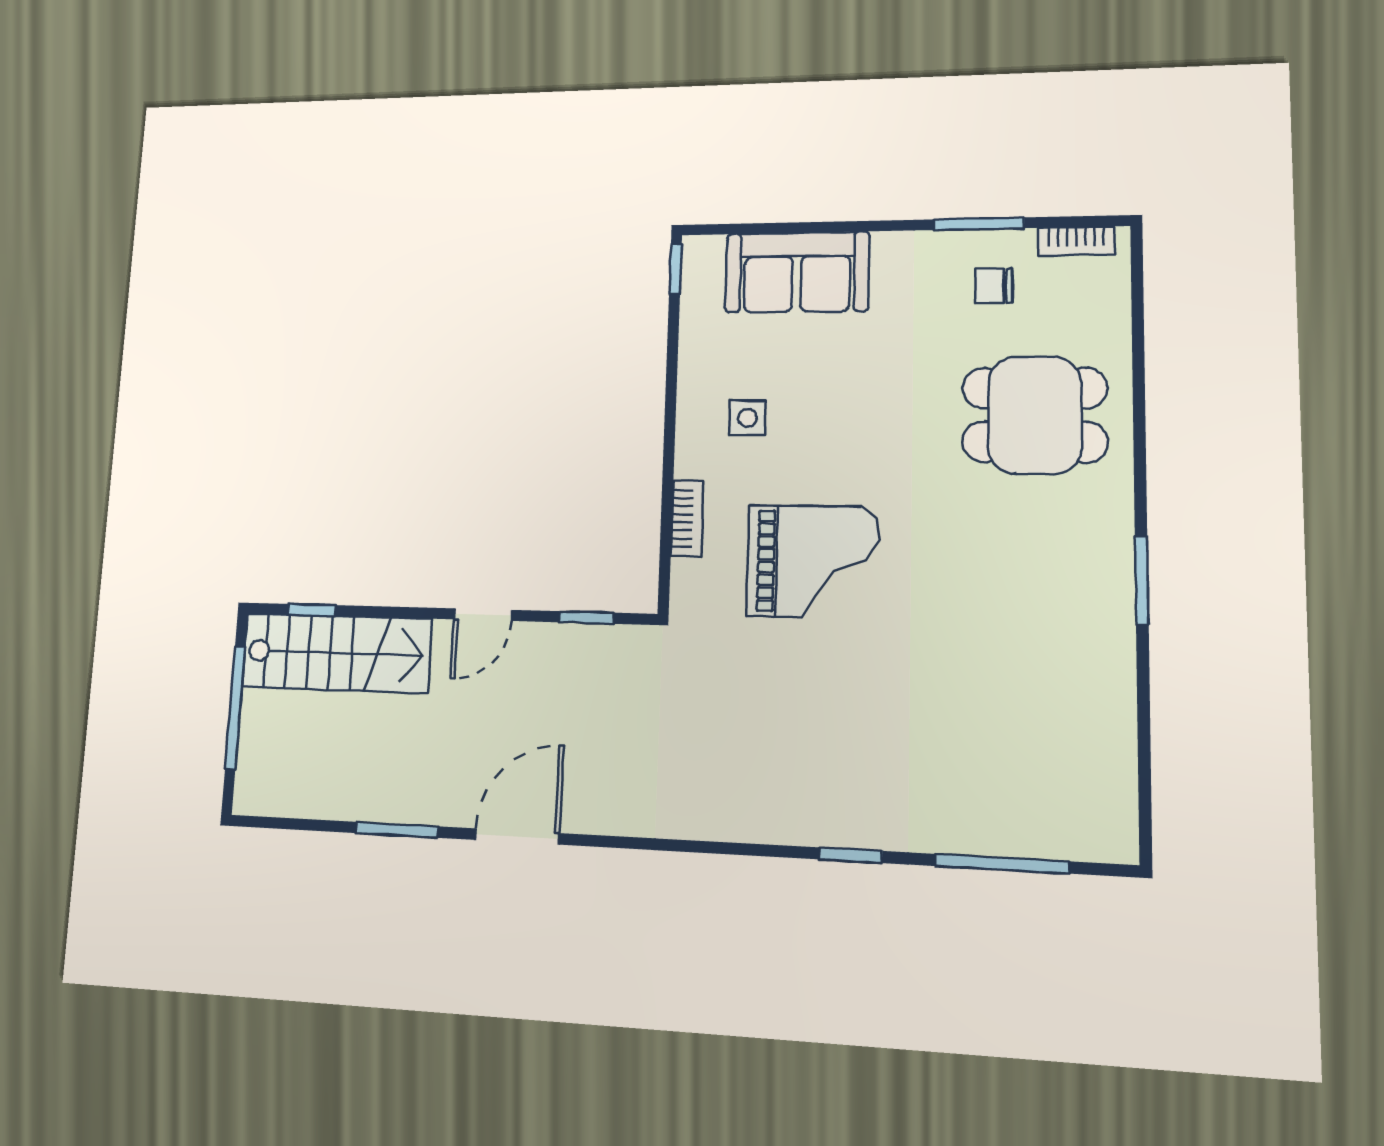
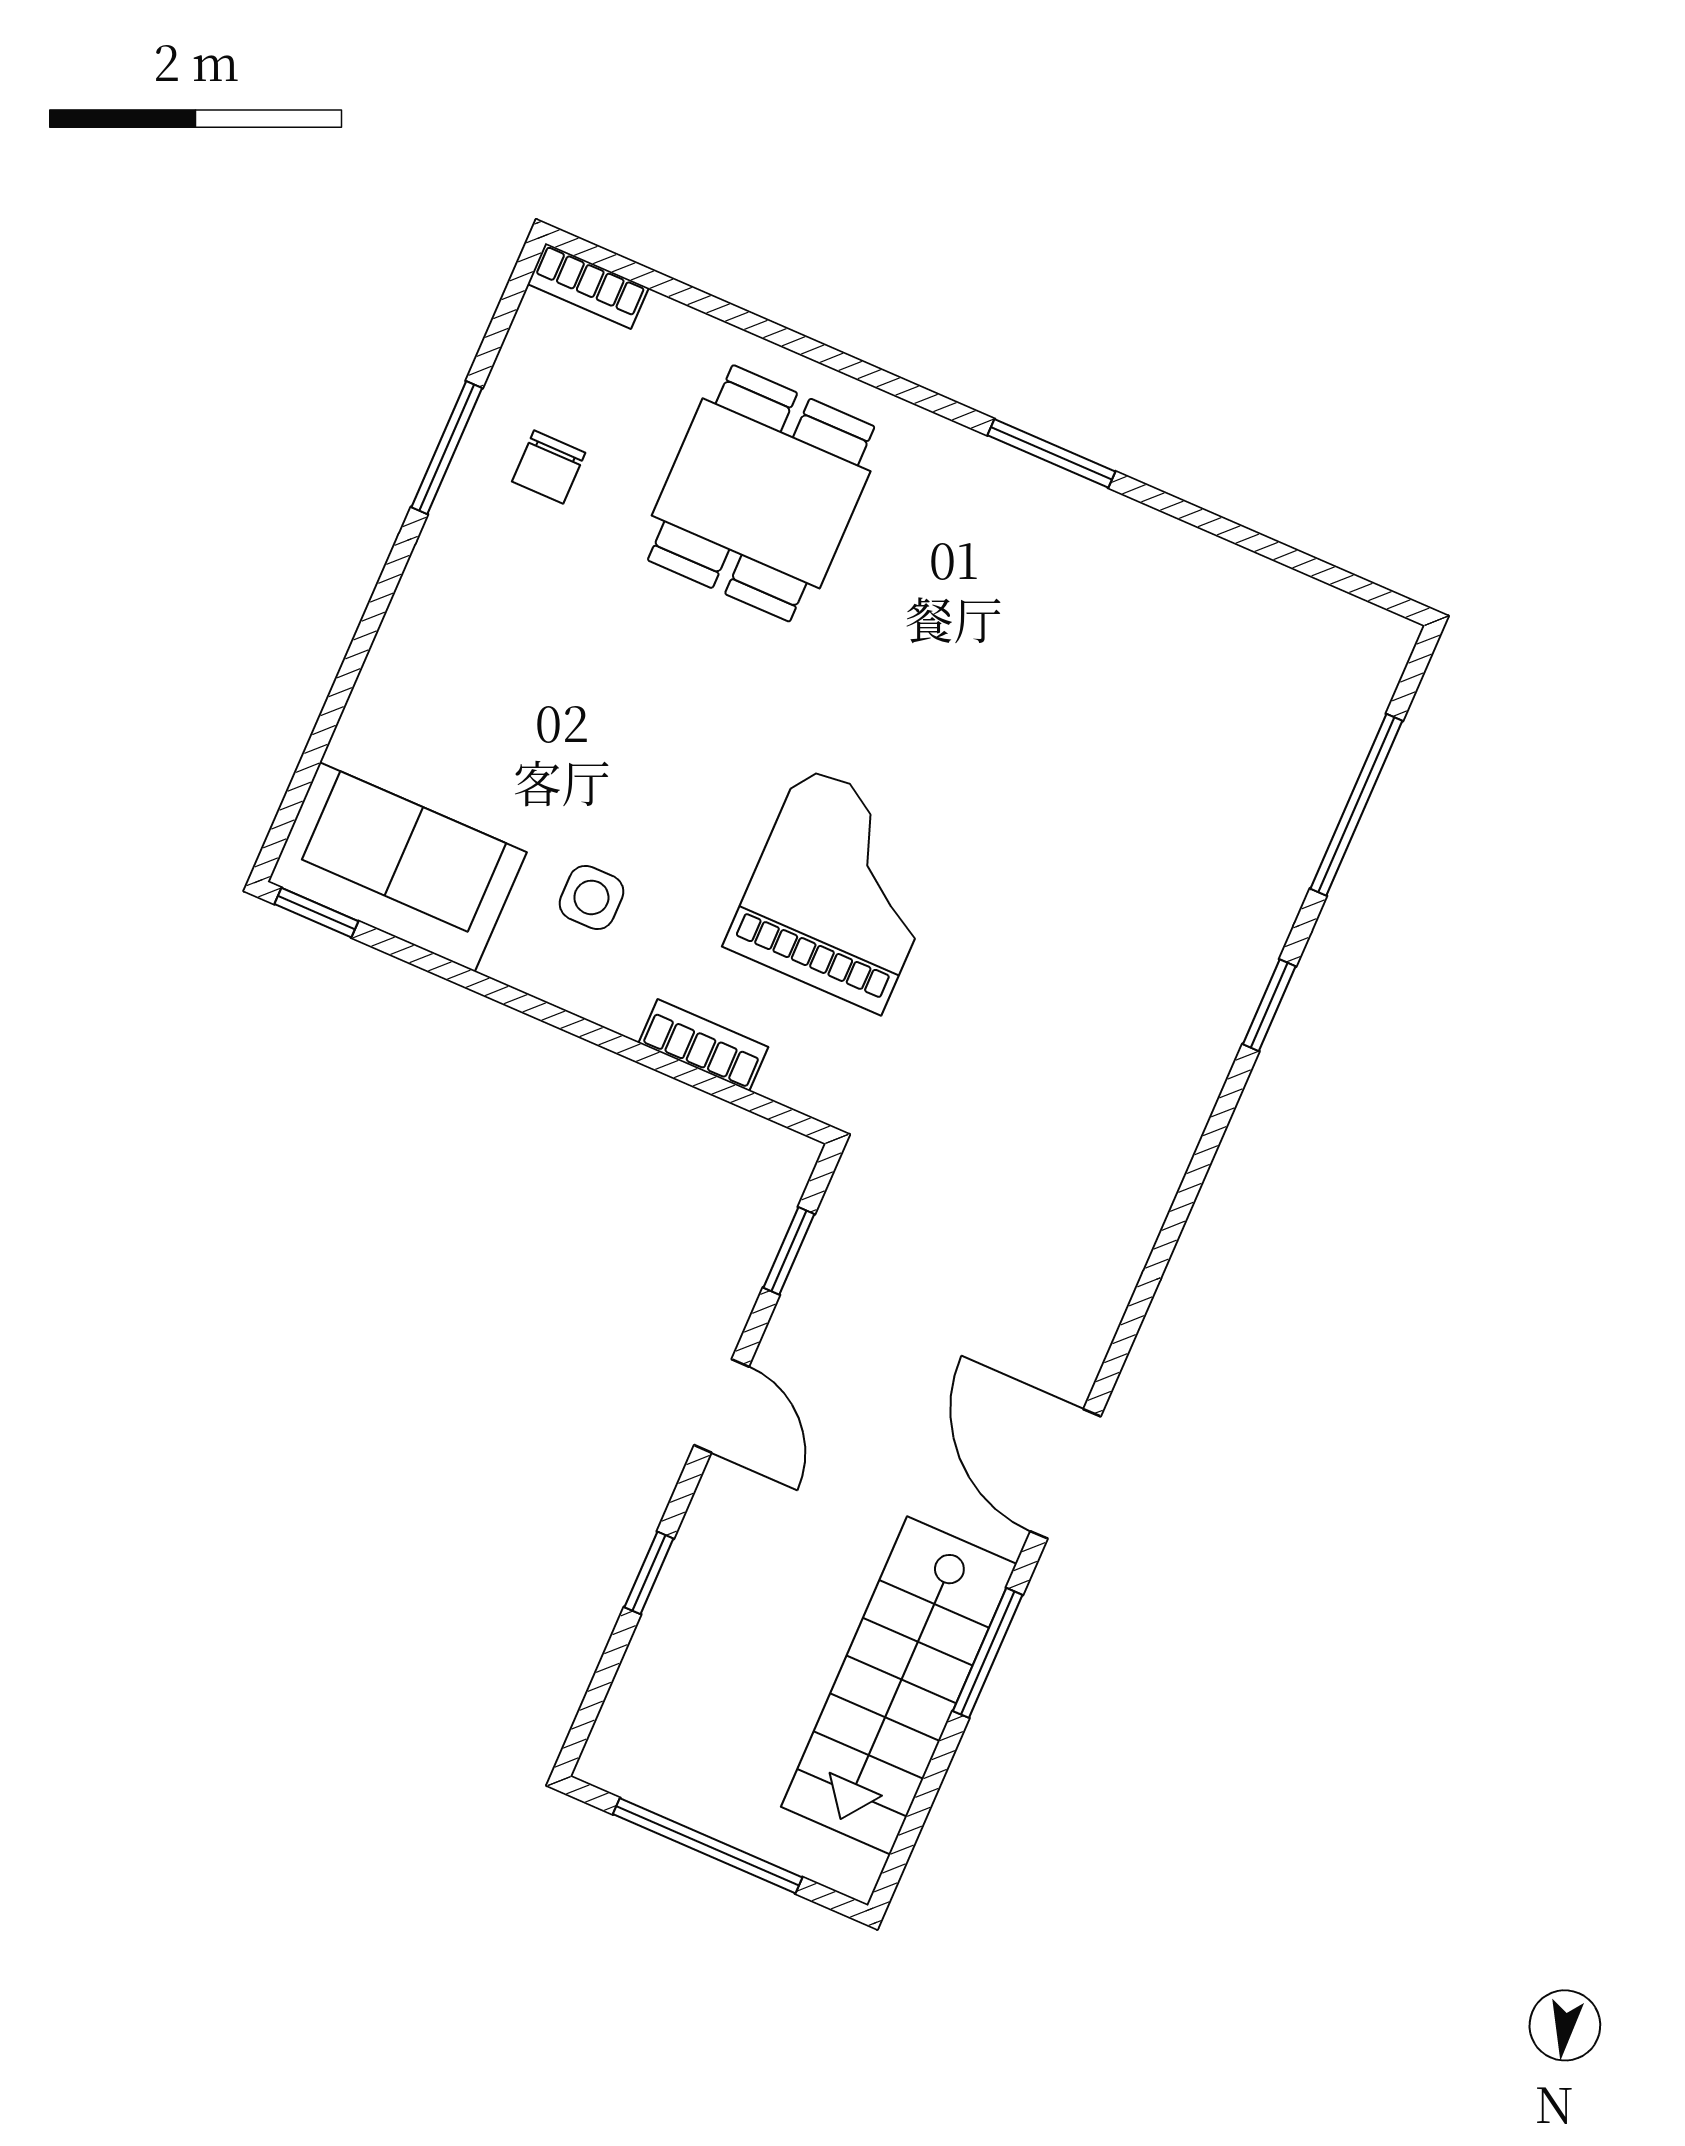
bookcase: (1076, 241) -> (588, 286), moved, turned 90
sofa: (797, 272) -> (397, 867), moved, turned -90
window: (312, 610) -> (649, 1573), moved
stairs: (336, 653) -> (899, 1685), moved, turned 180

